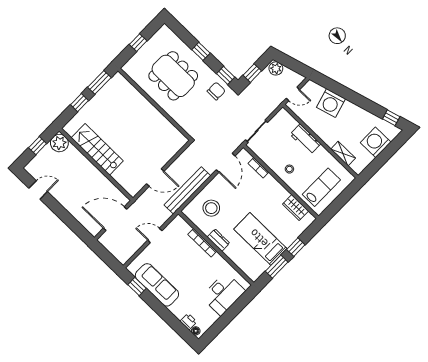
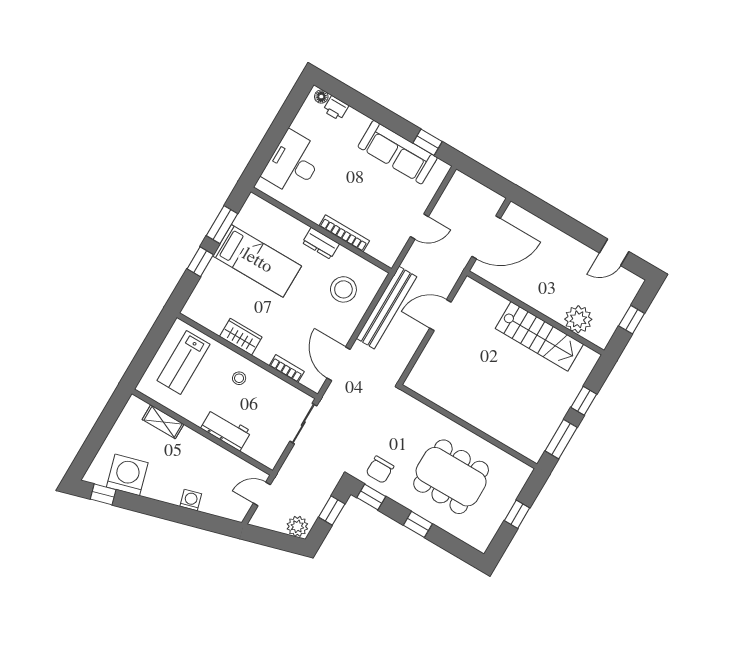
washing machine: (331, 103) -> (191, 500), width x0.53, depth x0.53
washing machine: (376, 142) -> (127, 475), moved, turned -106
plant: (59, 143) -> (578, 319), moved
wardrobe: (296, 208) -> (241, 337), moved

